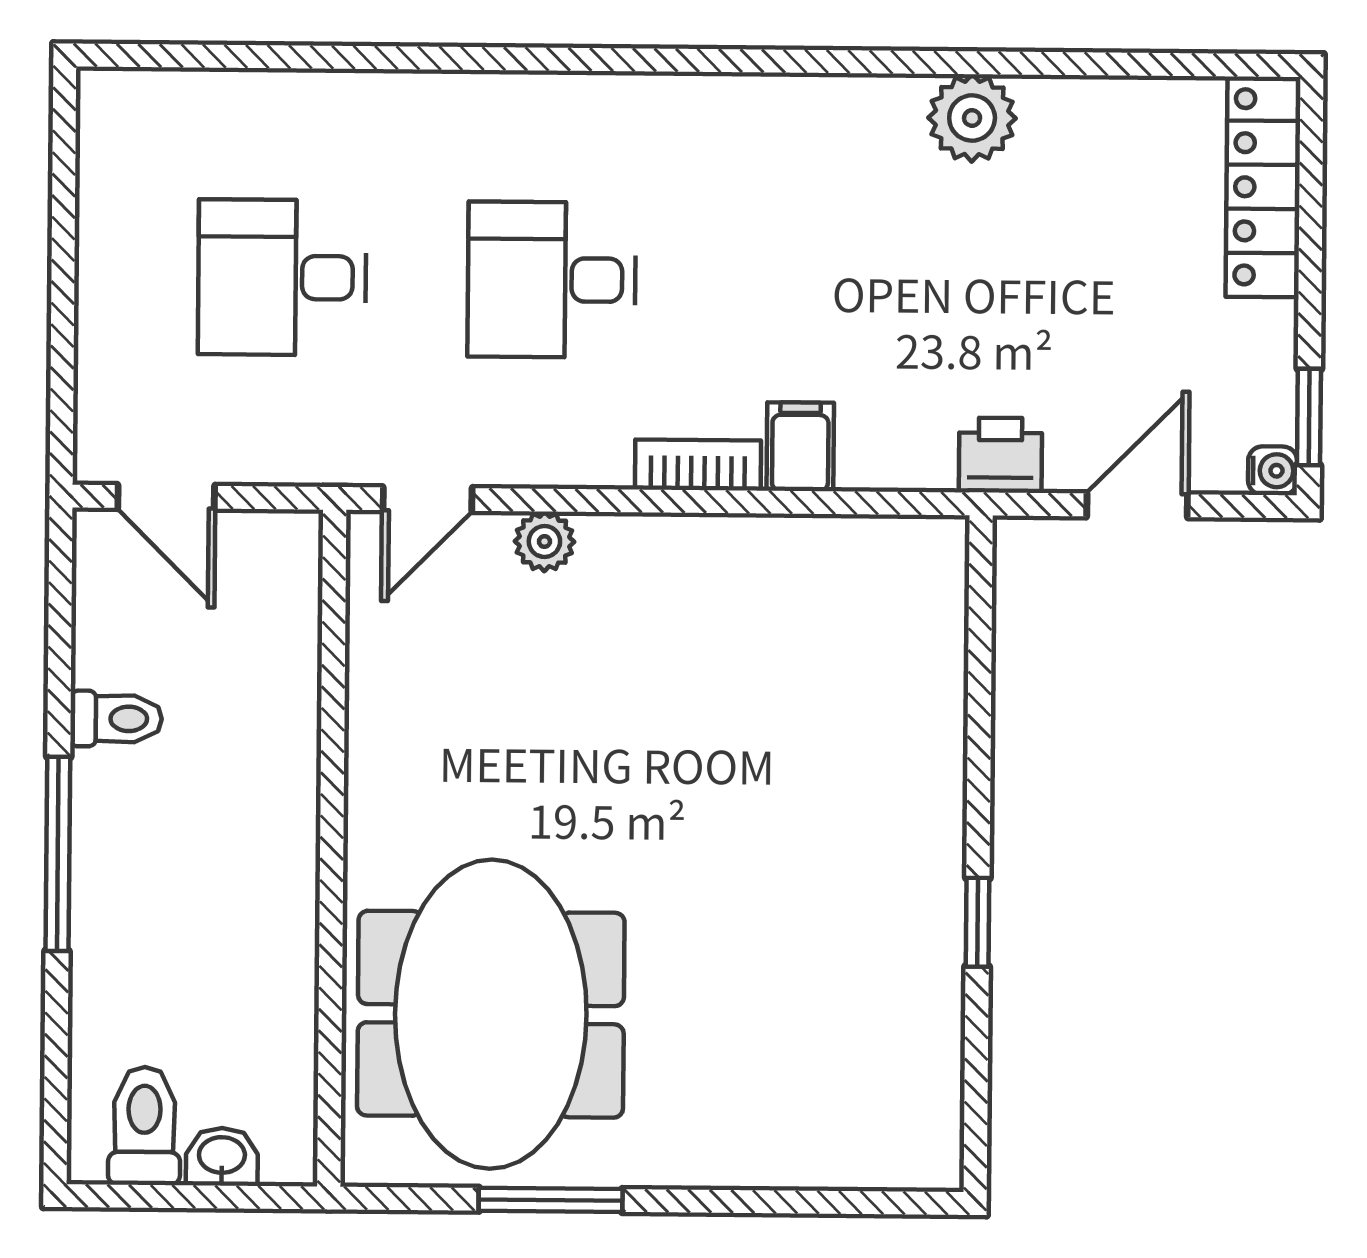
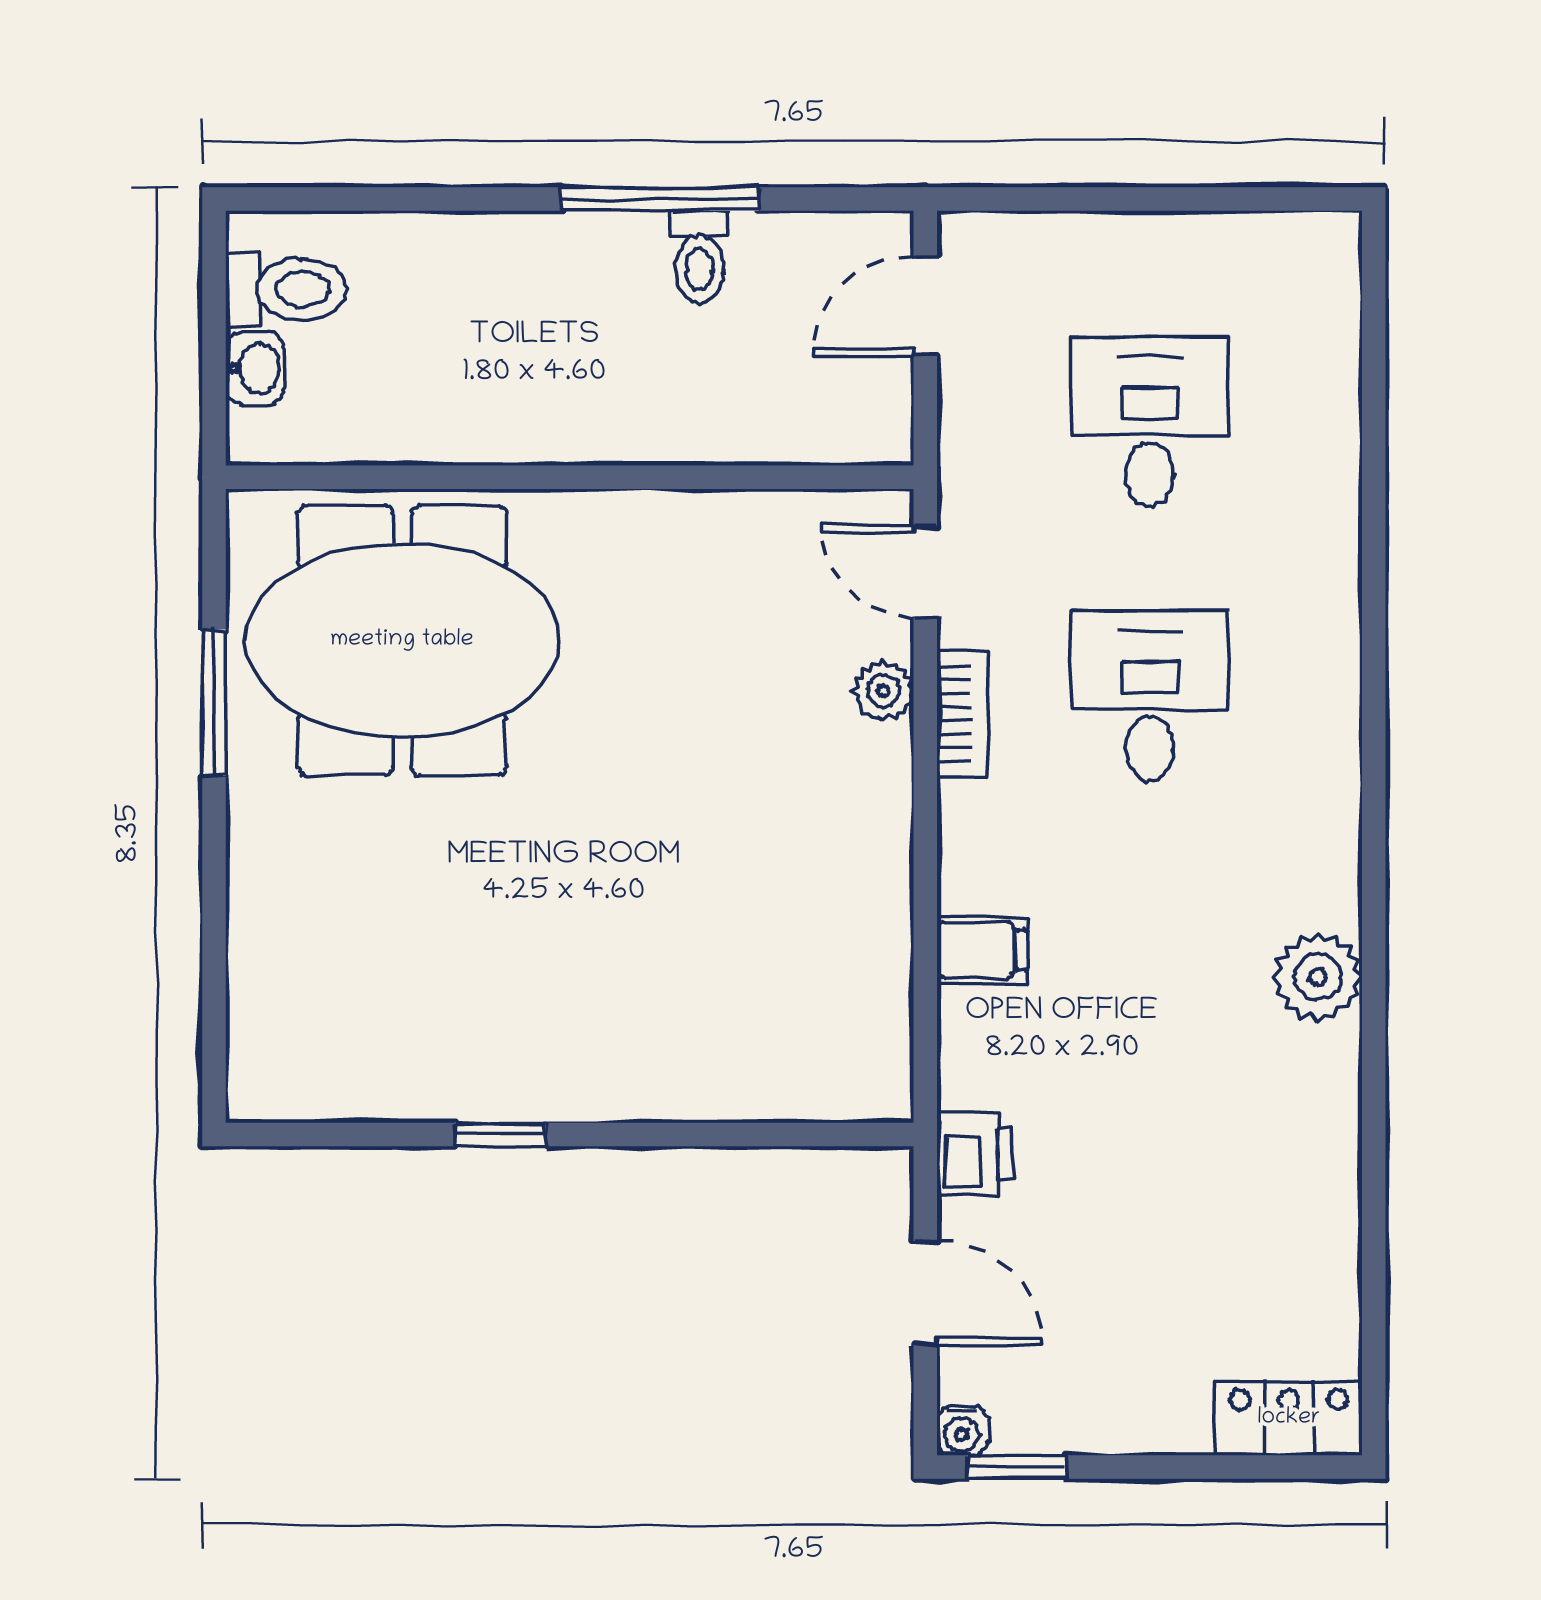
plant: (972, 118) -> (1318, 977), moved
locker: (1263, 187) -> (1289, 1418), width x0.66
bookcase: (698, 465) -> (962, 713), moved
window: (58, 854) -> (660, 199), moved

